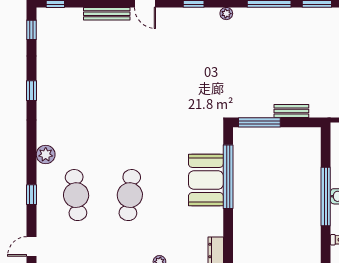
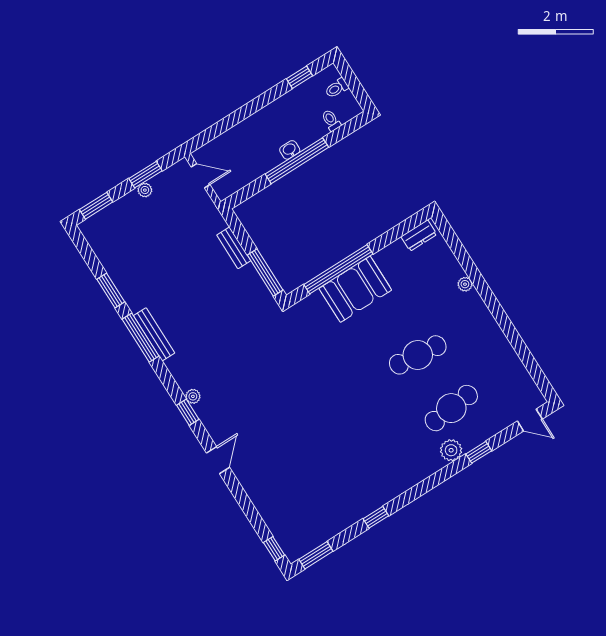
bench: (107, 14) -> (154, 334), moved
plant: (226, 14) -> (193, 396), moved
window: (32, 30) -> (316, 555), width x1.50
plant: (46, 155) -> (451, 450), moved

